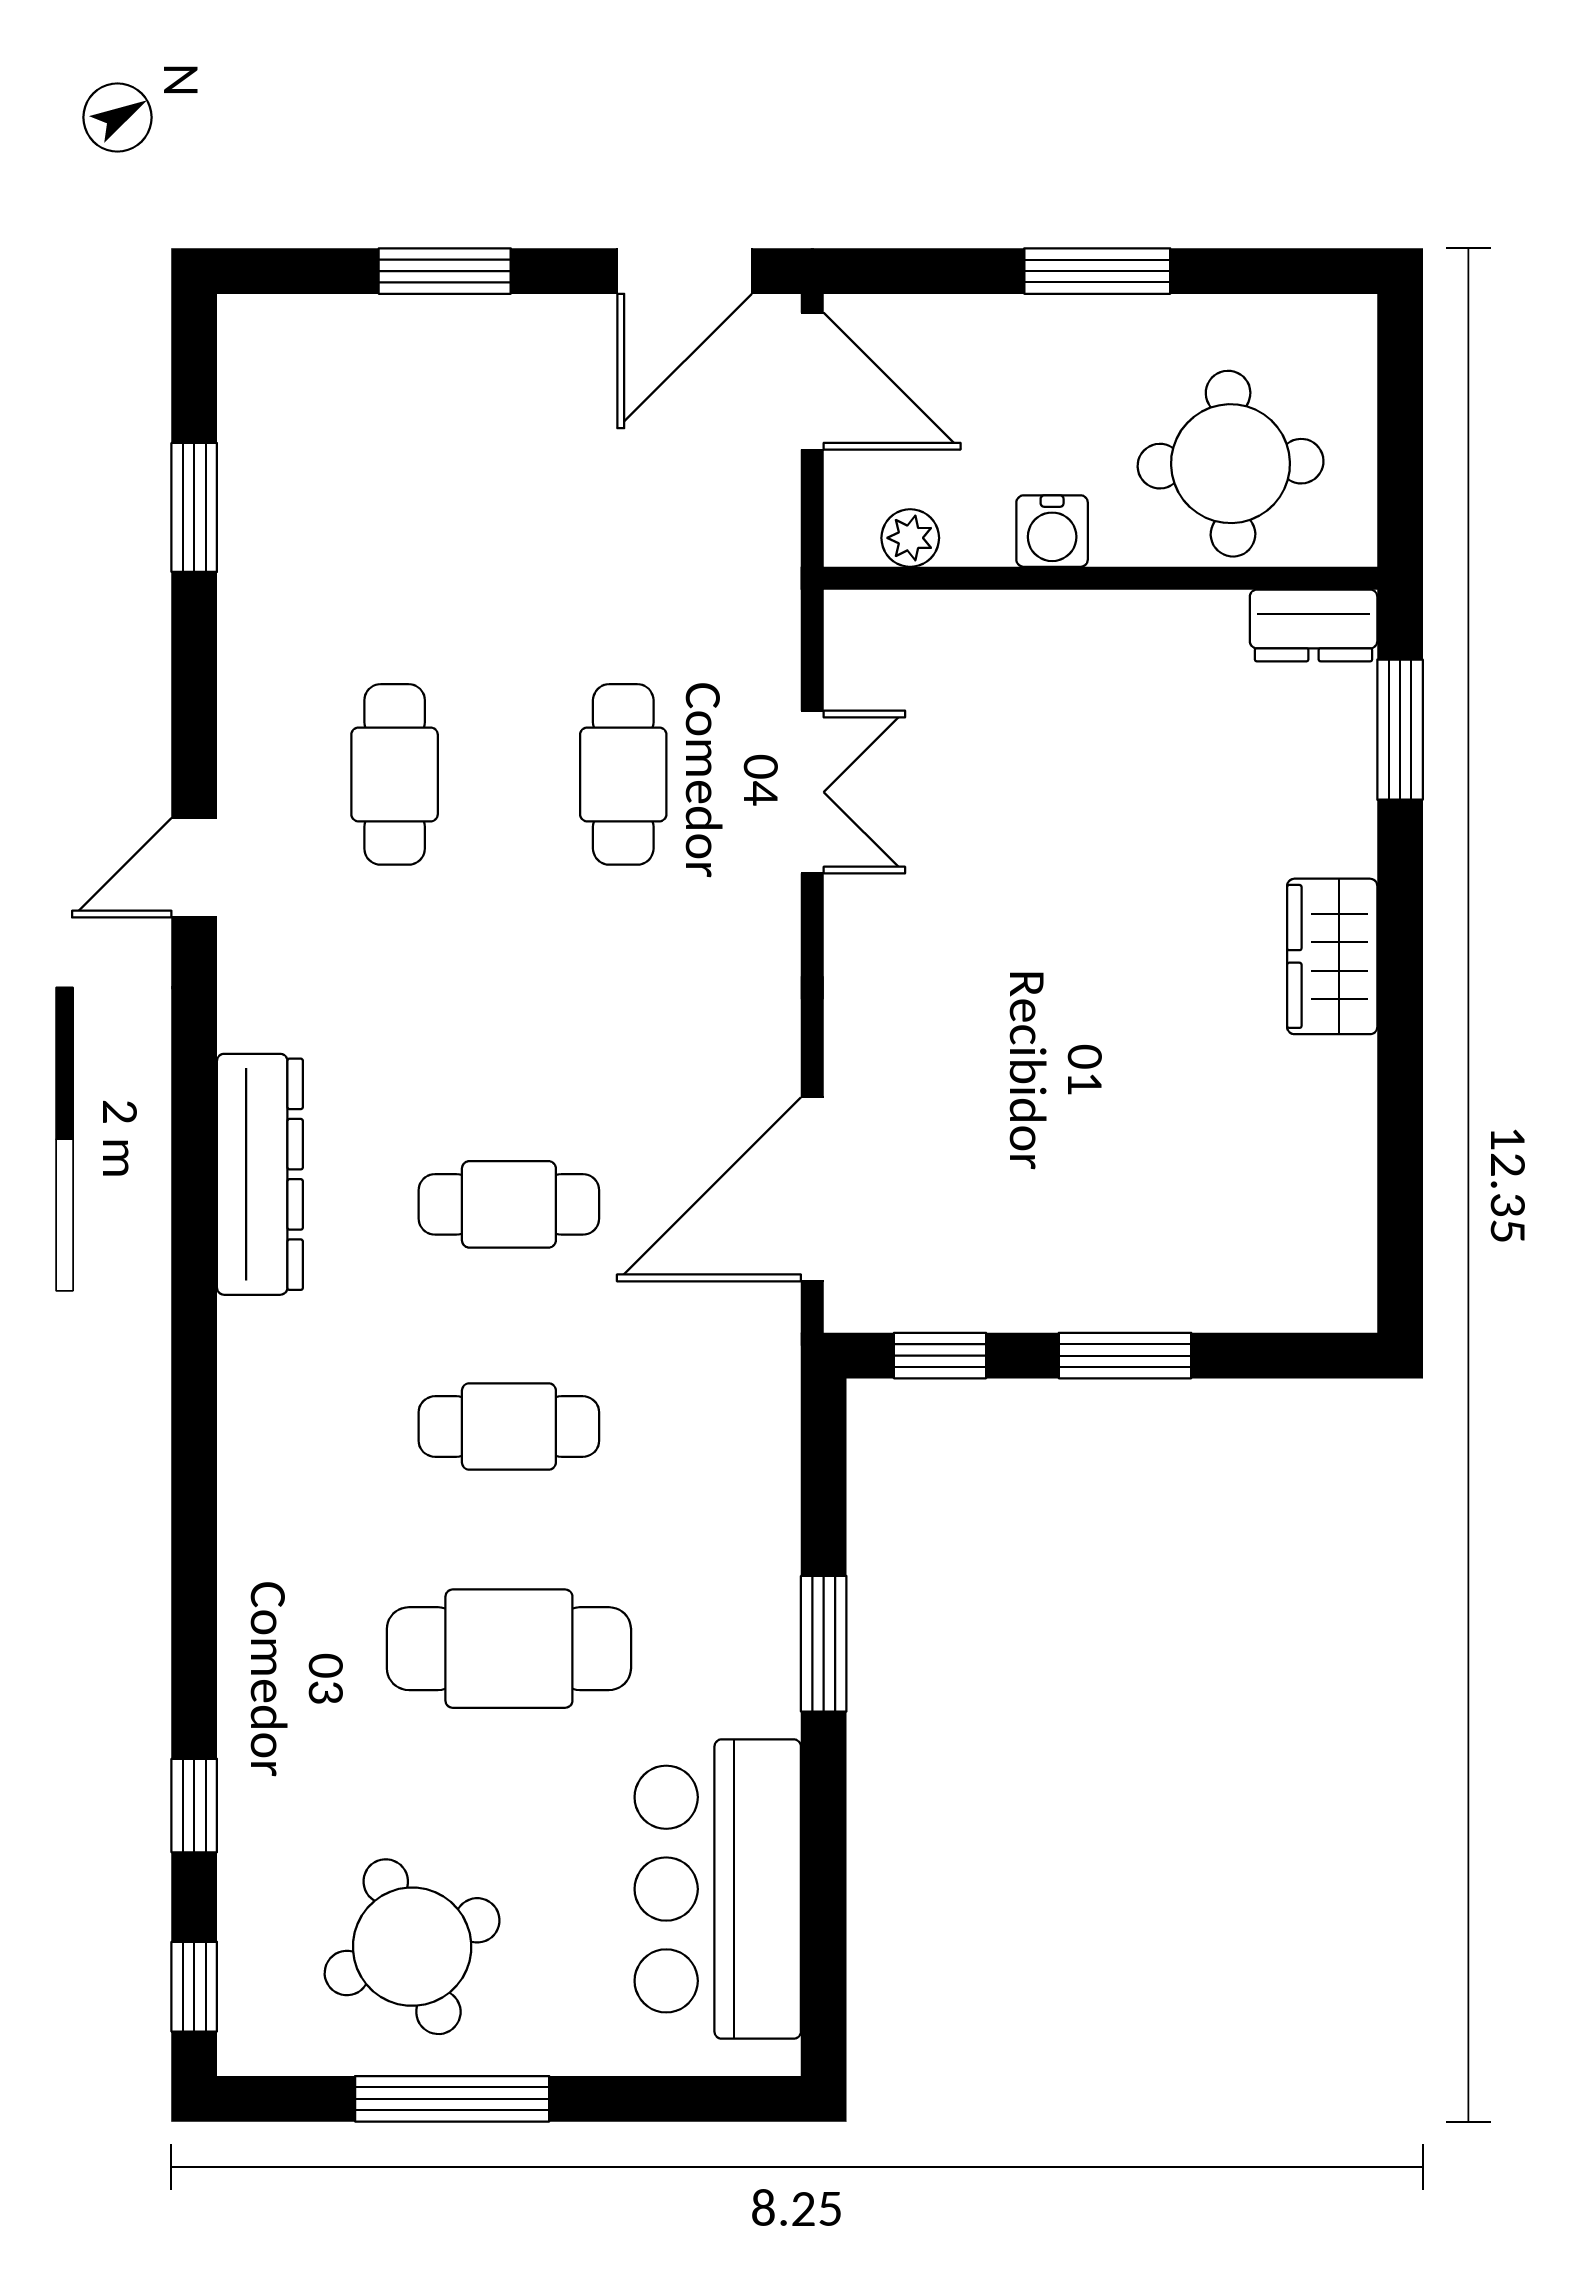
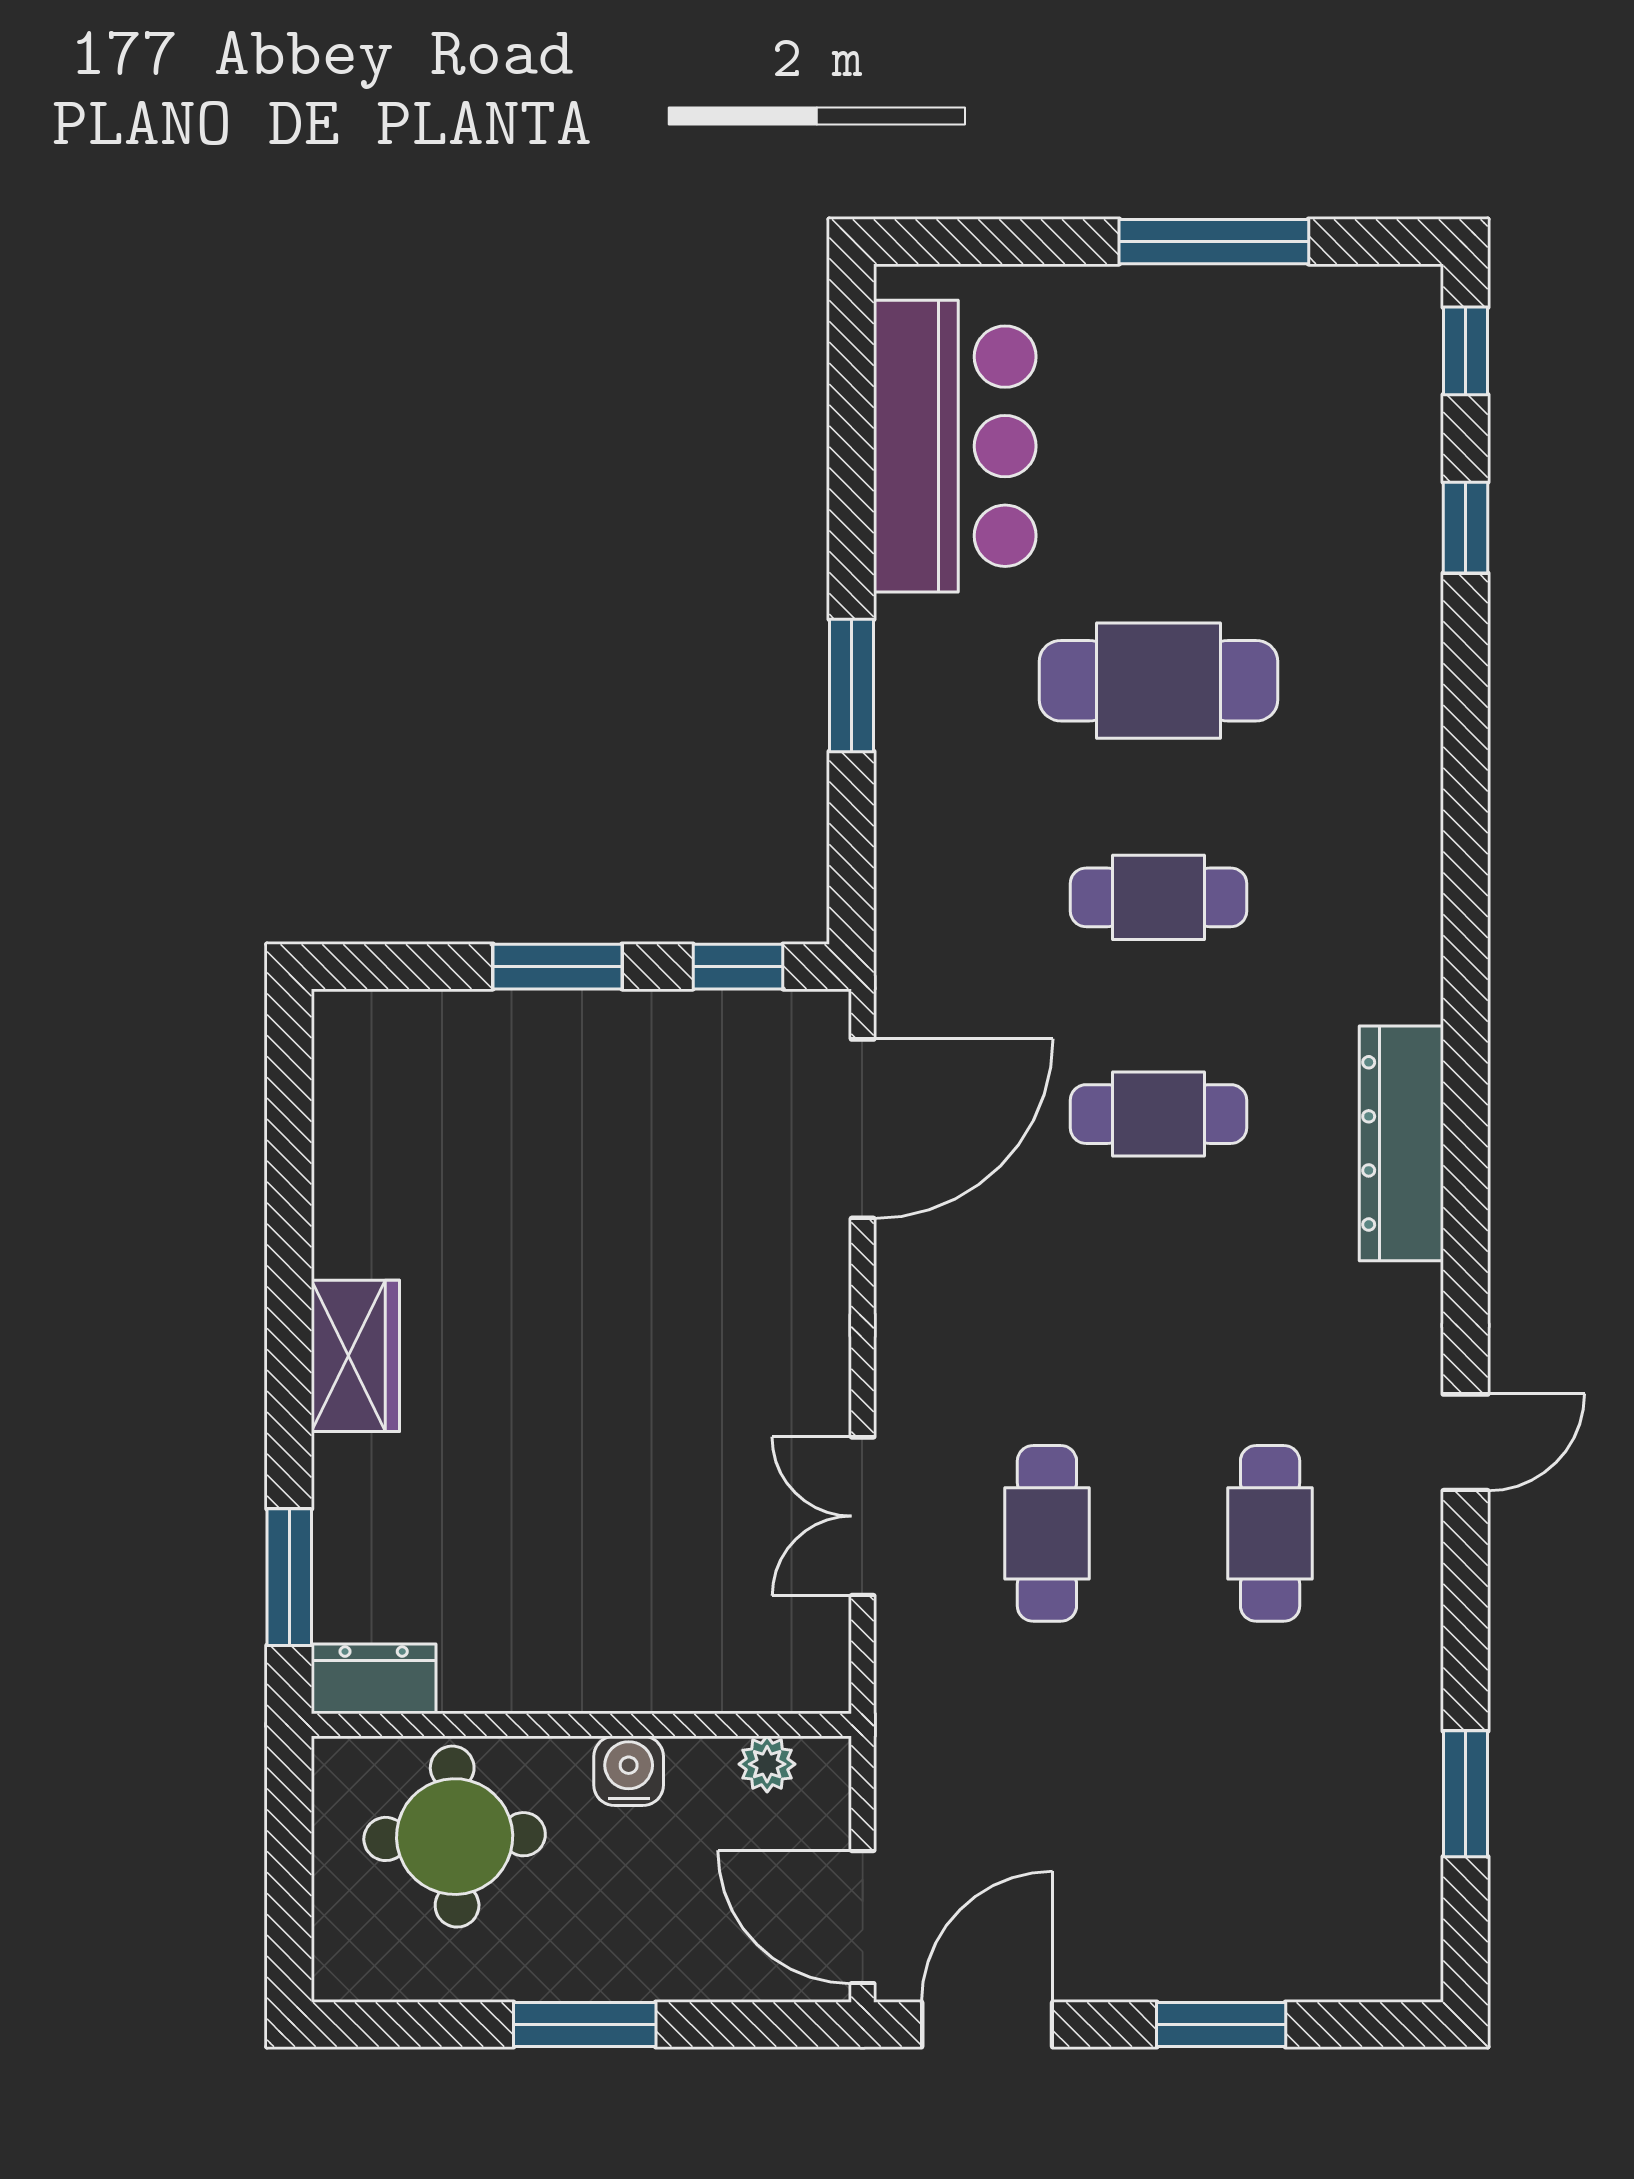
round table: (412, 1947) -> (1253, 390), removed

